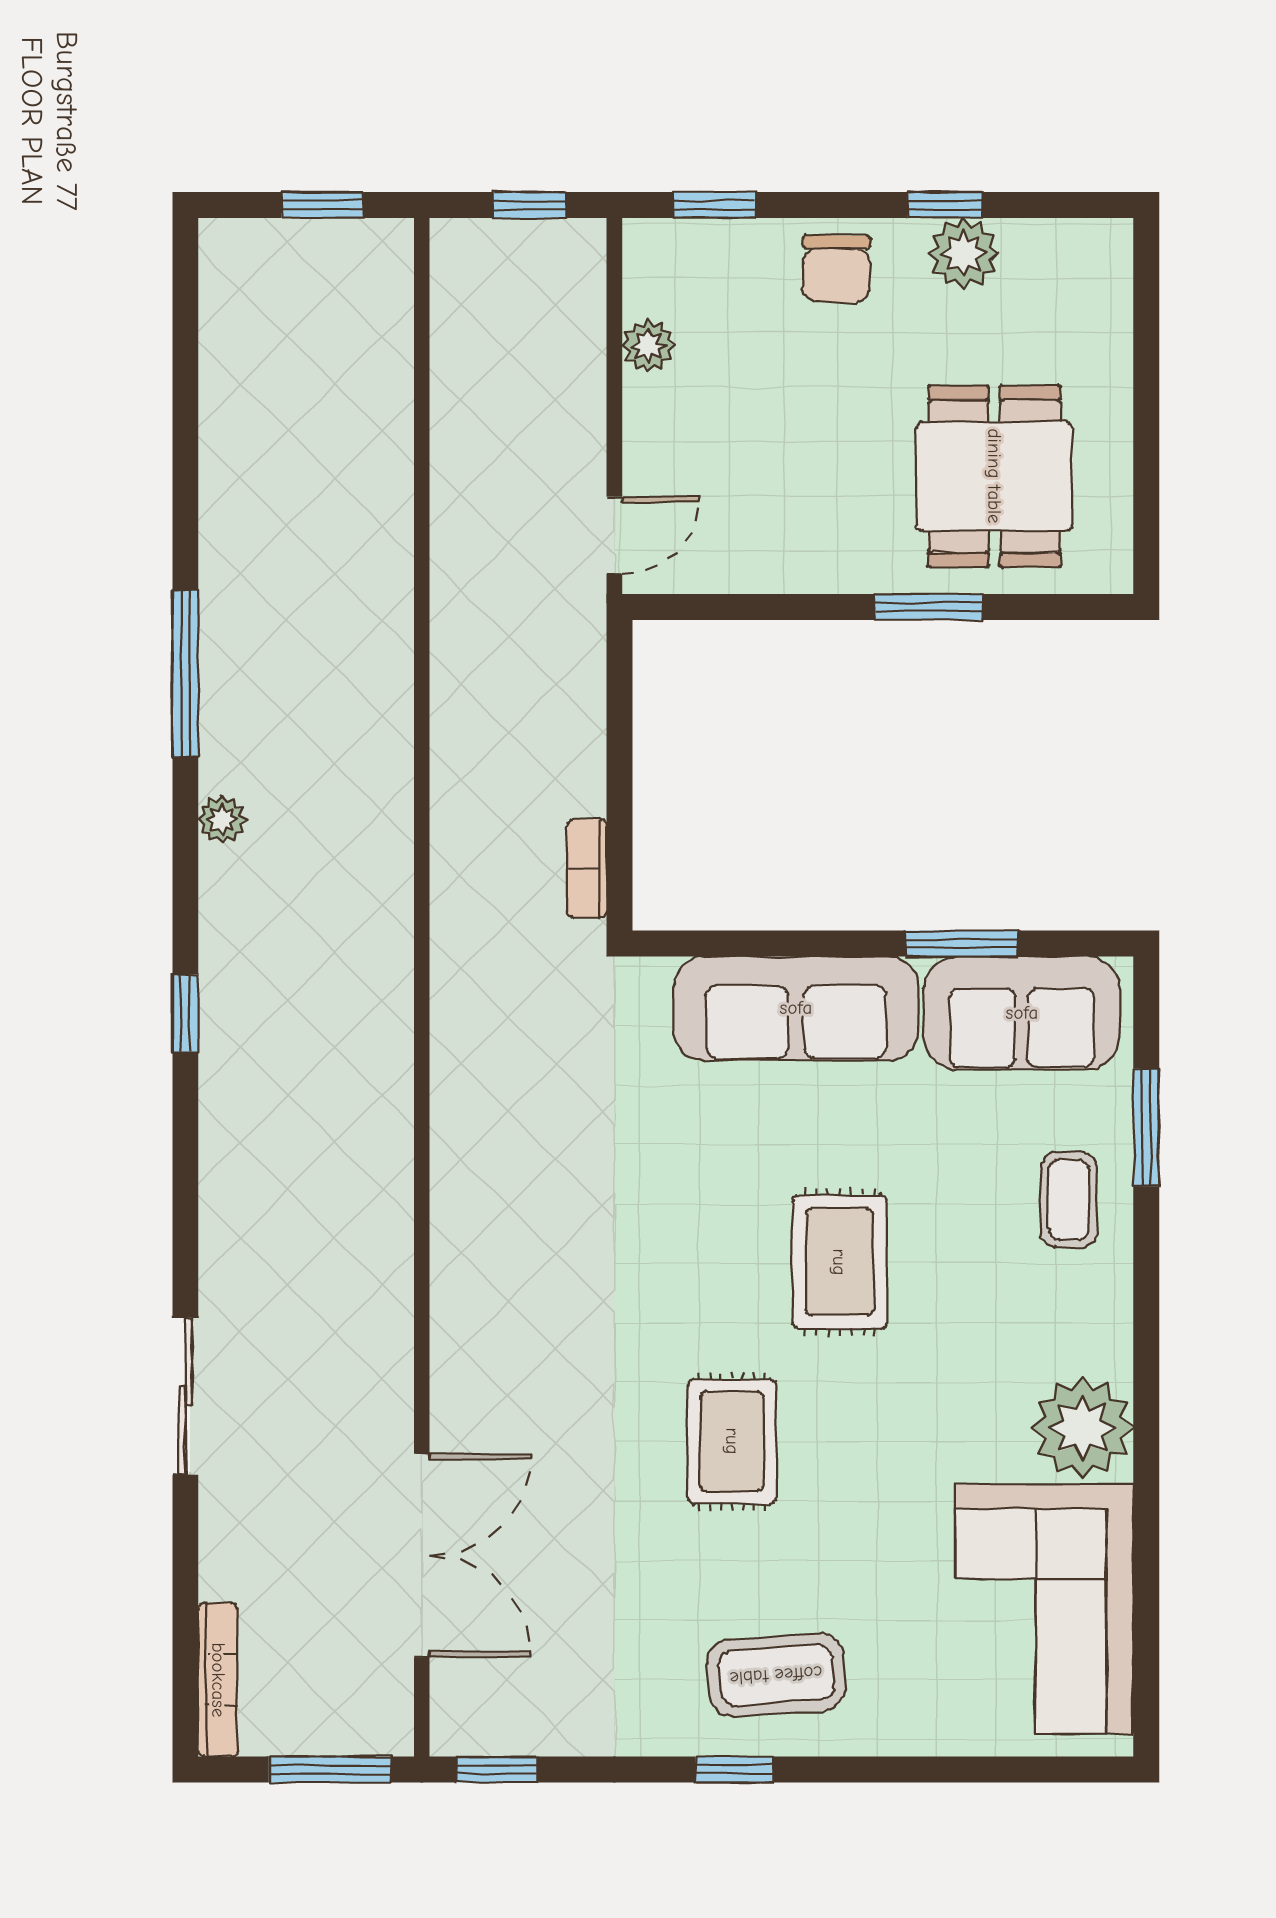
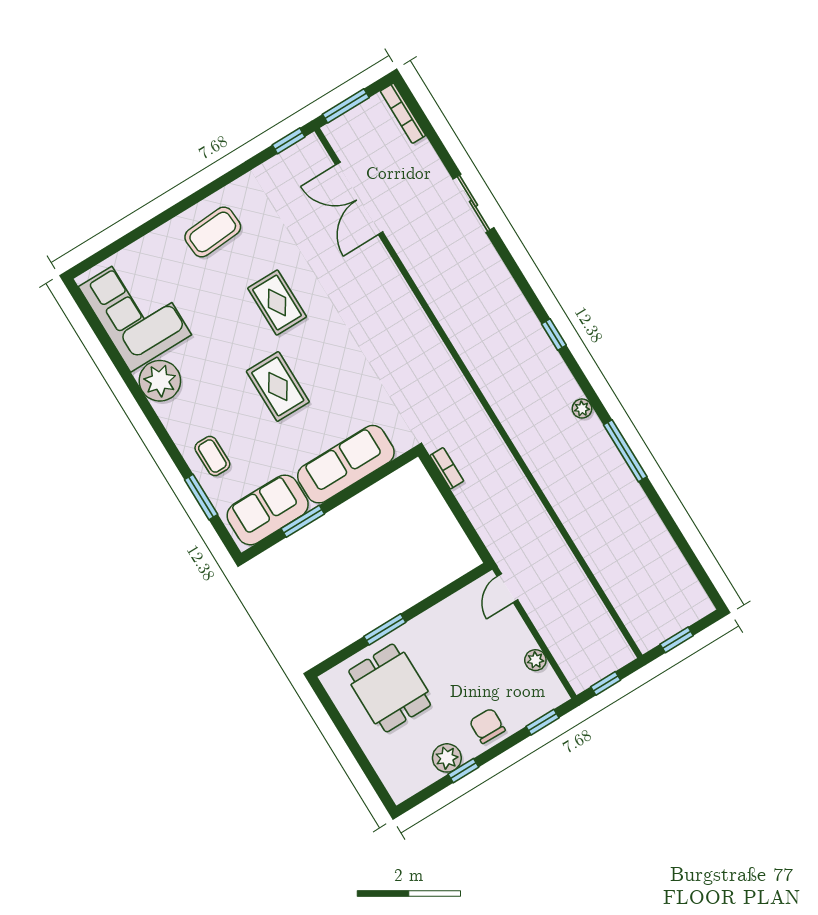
window: (734, 1770) -> (207, 191), removed

